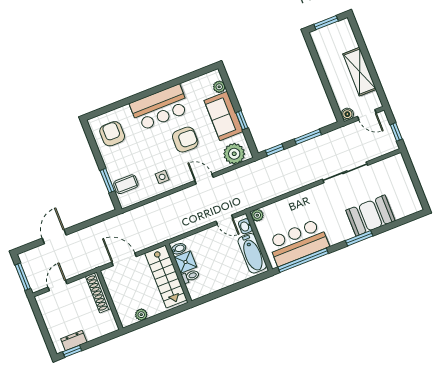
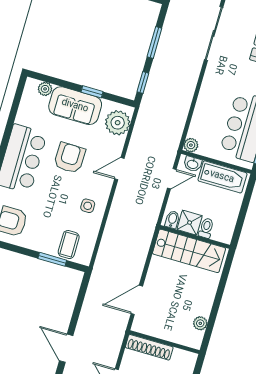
bidet: (179, 249) -> (172, 219), moved
shower: (185, 262) -> (190, 223), moved
wall: (178, 273) -> (195, 237), moved
stairs: (166, 276) -> (189, 251), moved
toilet: (190, 276) -> (206, 228), moved

